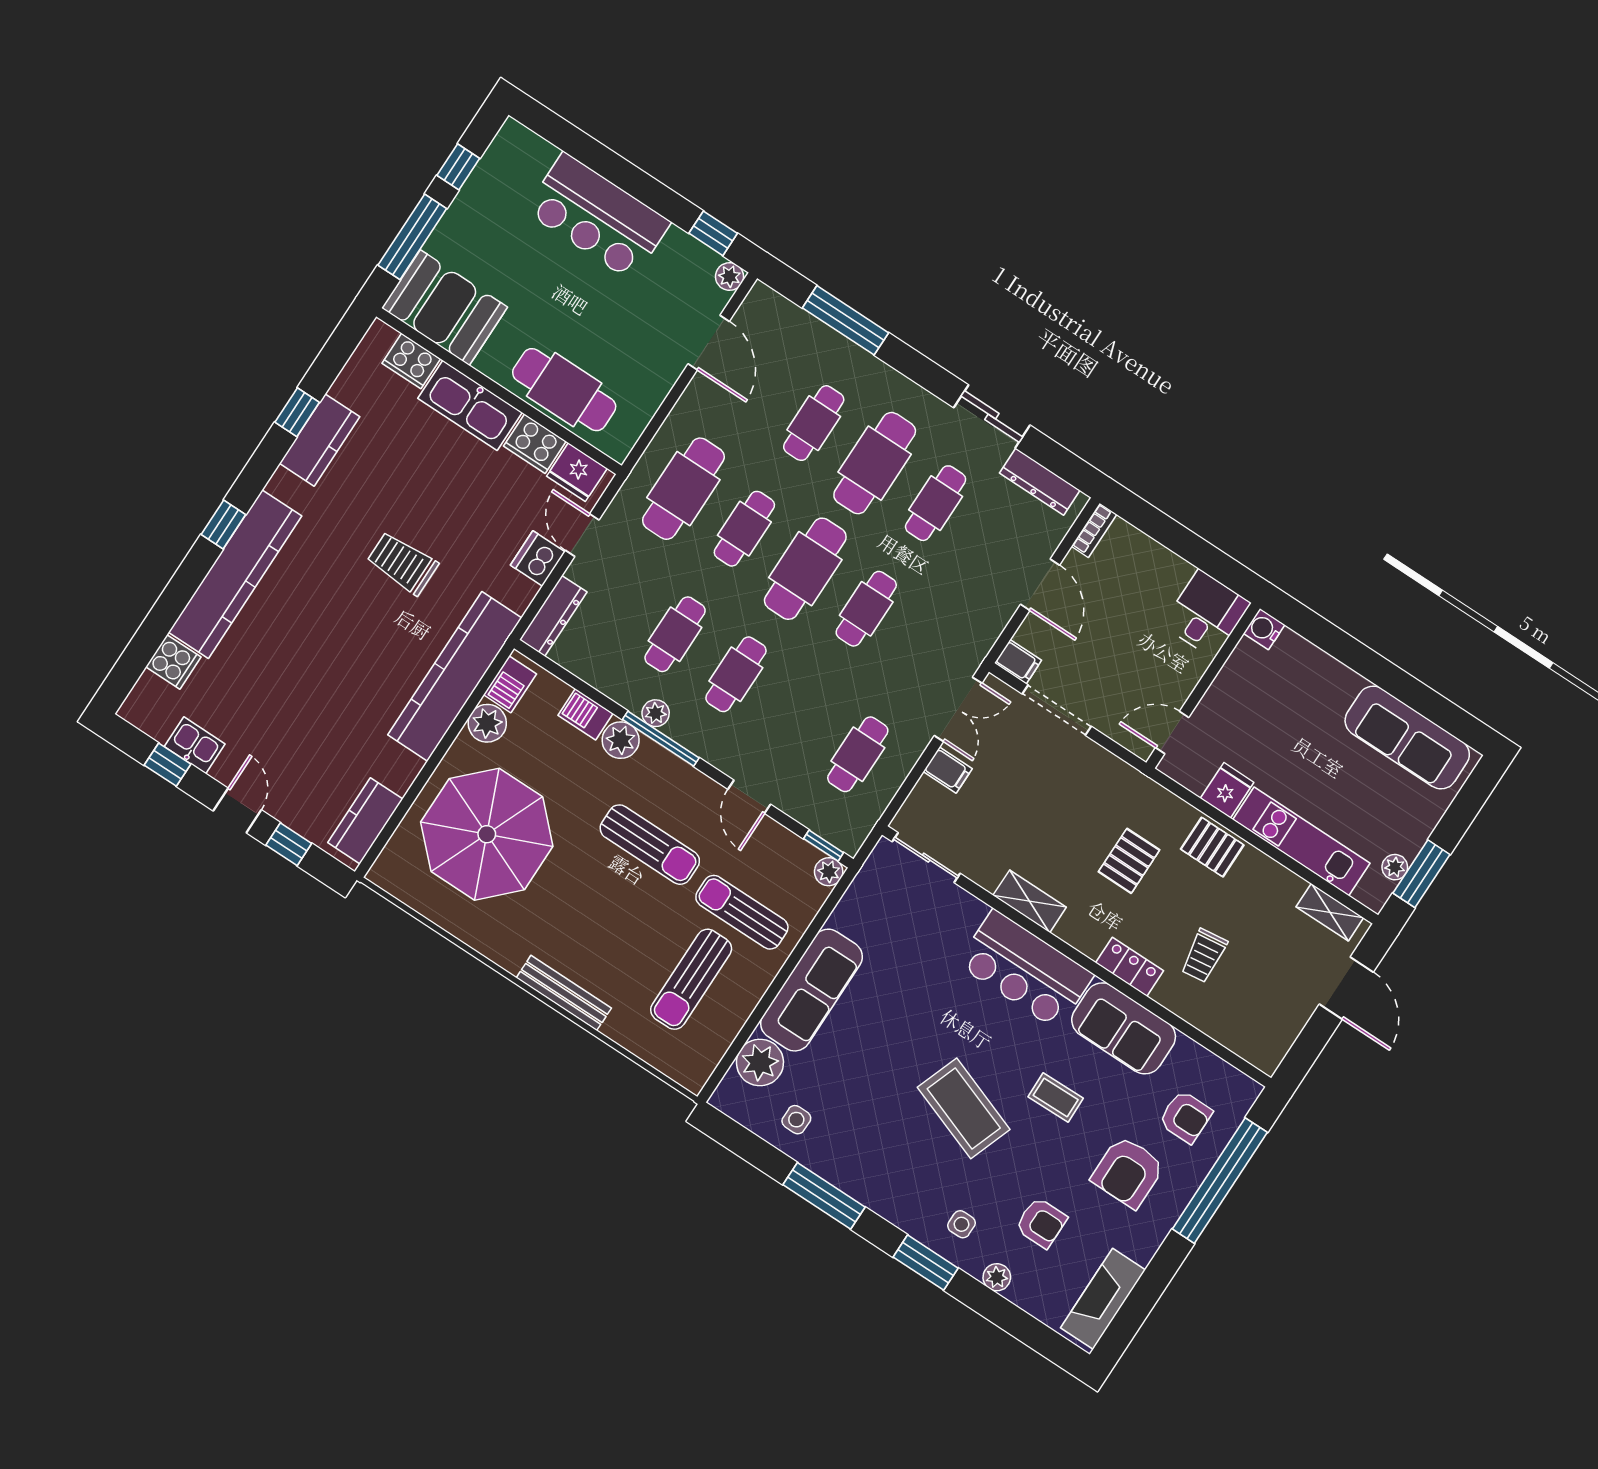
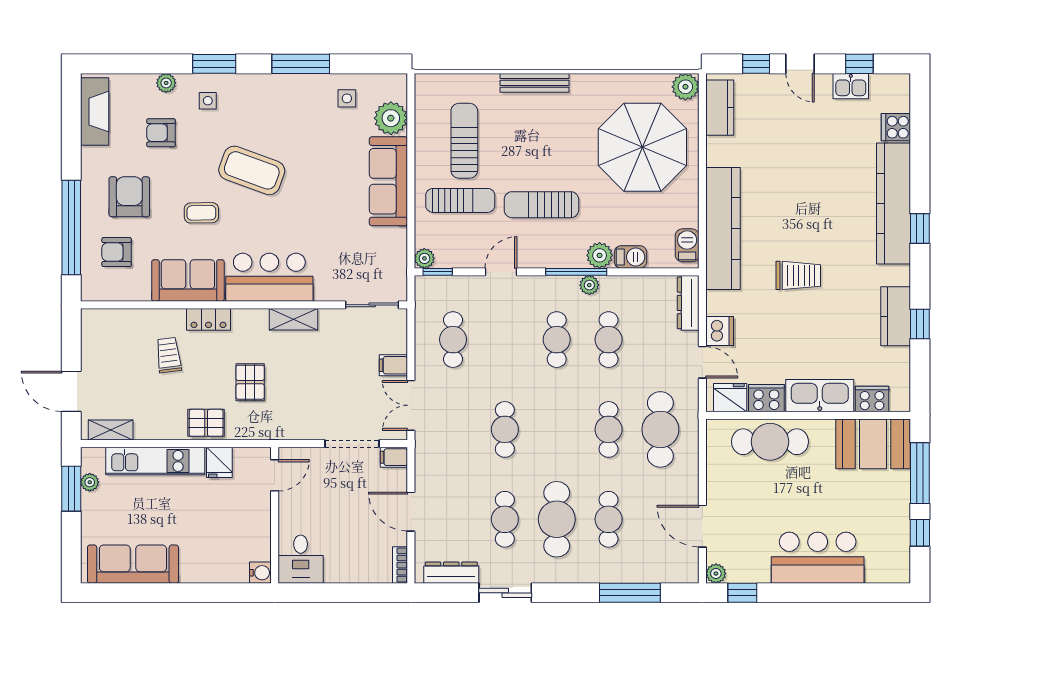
cafe table: (805, 569) -> (557, 429), removed
plant: (487, 723) -> (685, 87), moved
door: (749, 797) -> (501, 272), hinge flipped

